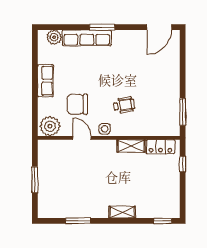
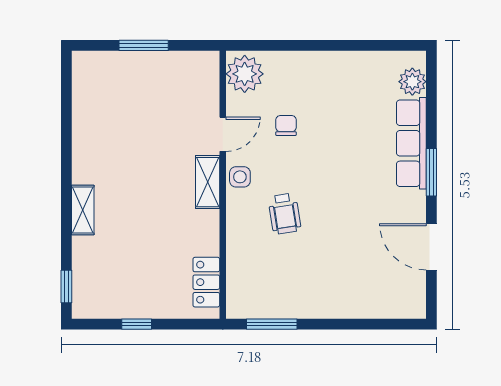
door: (159, 27) -> (431, 247), moved
row of seats: (45, 81) -> (331, 65), removed
chair: (77, 104) -> (286, 125), width x0.54, depth x0.54
shelving: (131, 146) -> (208, 182), moved
window: (183, 164) -> (137, 324), moved
window: (78, 221) -> (66, 127), removed

